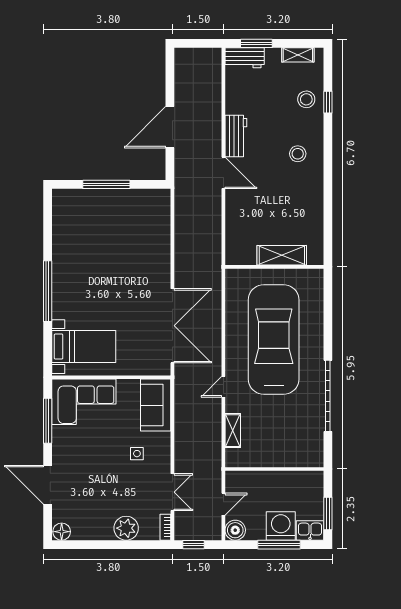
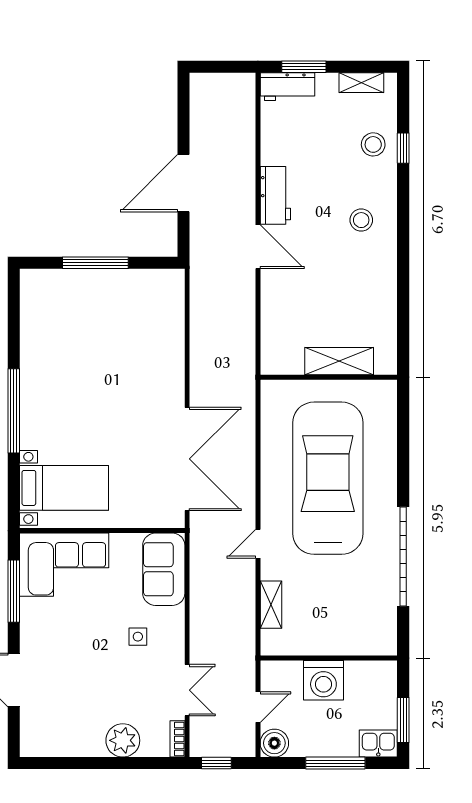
washing machine: (281, 526) -> (323, 680), moved, turned 180
floor lamp: (62, 532) -> (33, 745), removed

